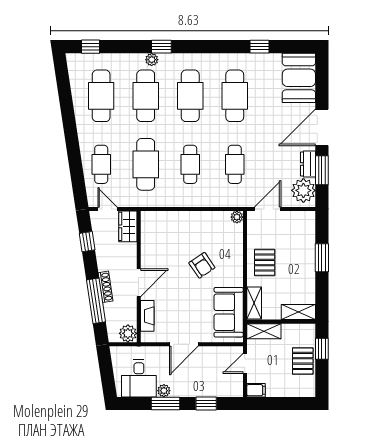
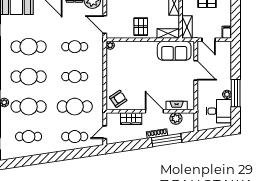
cafe table: (101, 96) -> (29, 137), width x0.73, depth x0.74
wardrobe: (128, 226) -> (131, 119), moved
window: (87, 242) -> (127, 146), removed
pallet: (265, 263) -> (141, 27), turned 90
armchair: (202, 265) -> (118, 99), moved
plant: (128, 333) -> (176, 119), moved
door: (184, 344) -> (196, 70), moved
window: (166, 403) -> (236, 93), width x1.44
window: (206, 403) -> (236, 66), removed

